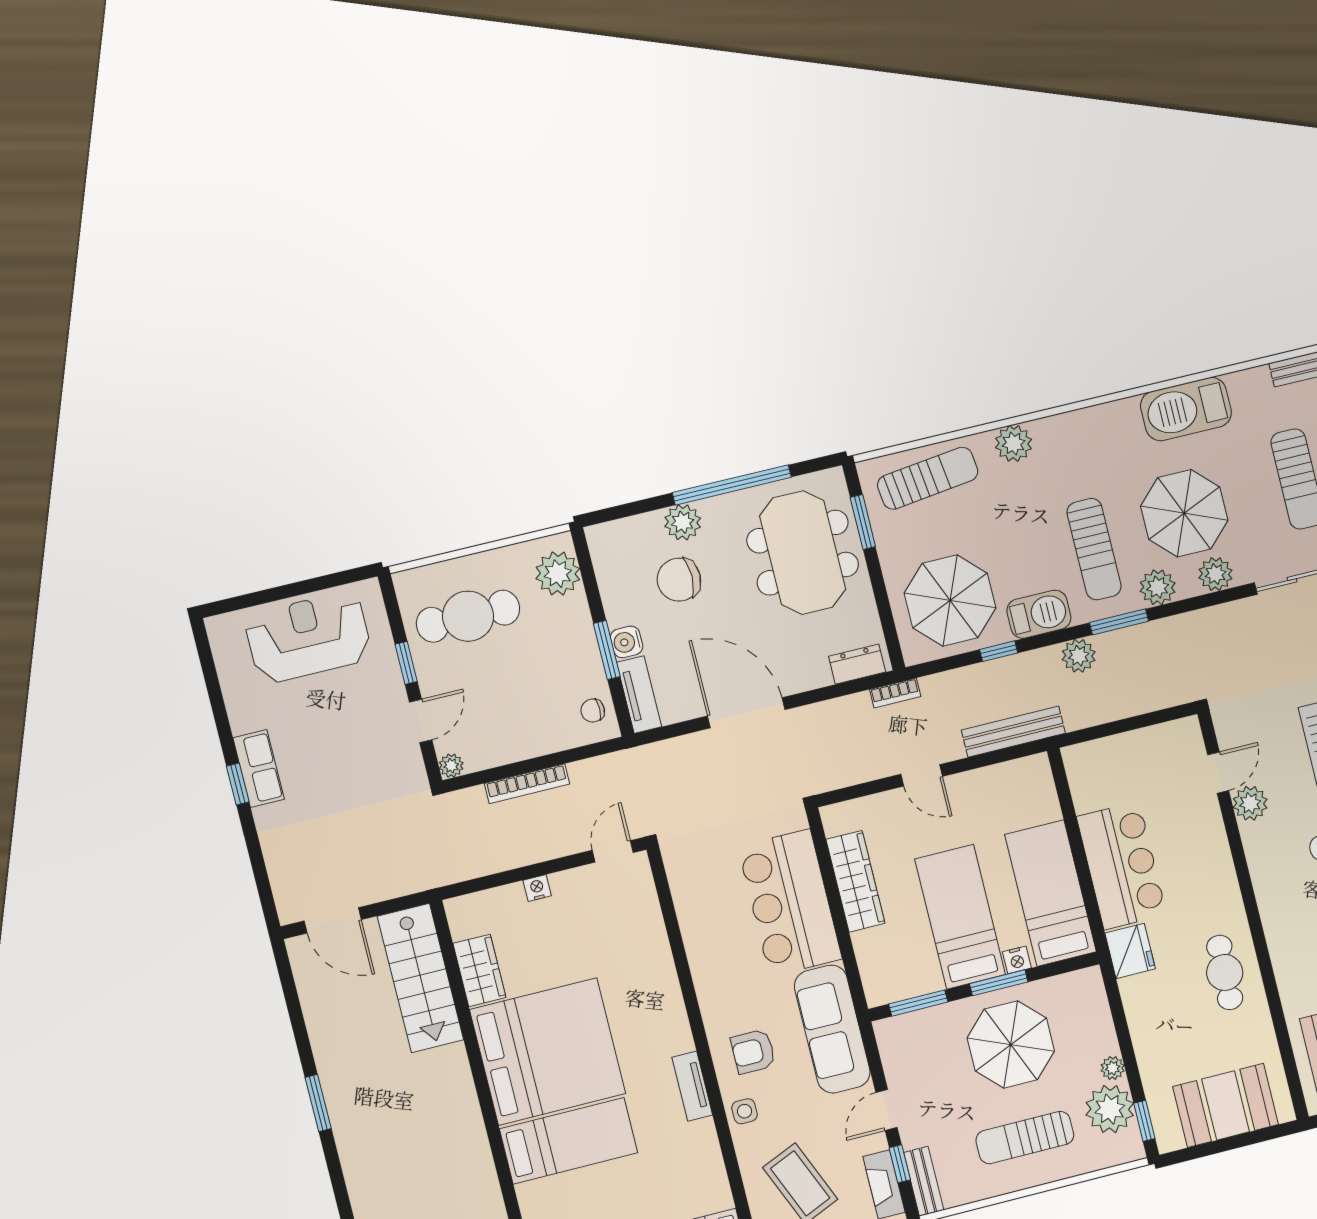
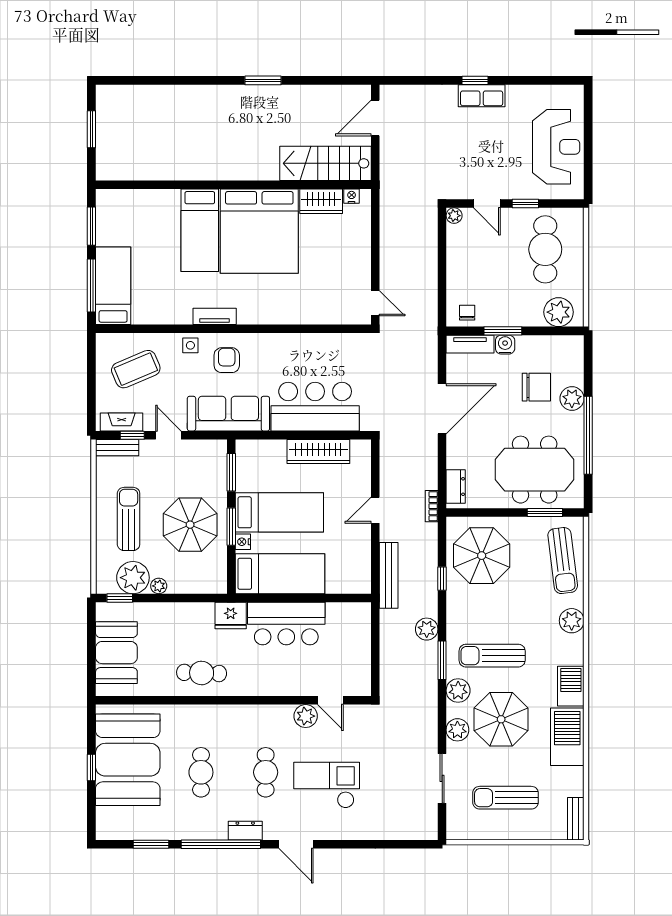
chair: (679, 580) -> (536, 387), turned 90
barbecue: (1039, 614) -> (571, 686), moved, turned 180
bookcase: (527, 784) -> (431, 260), removed
nightstand: (537, 888) -> (352, 196), moved, turned -90

